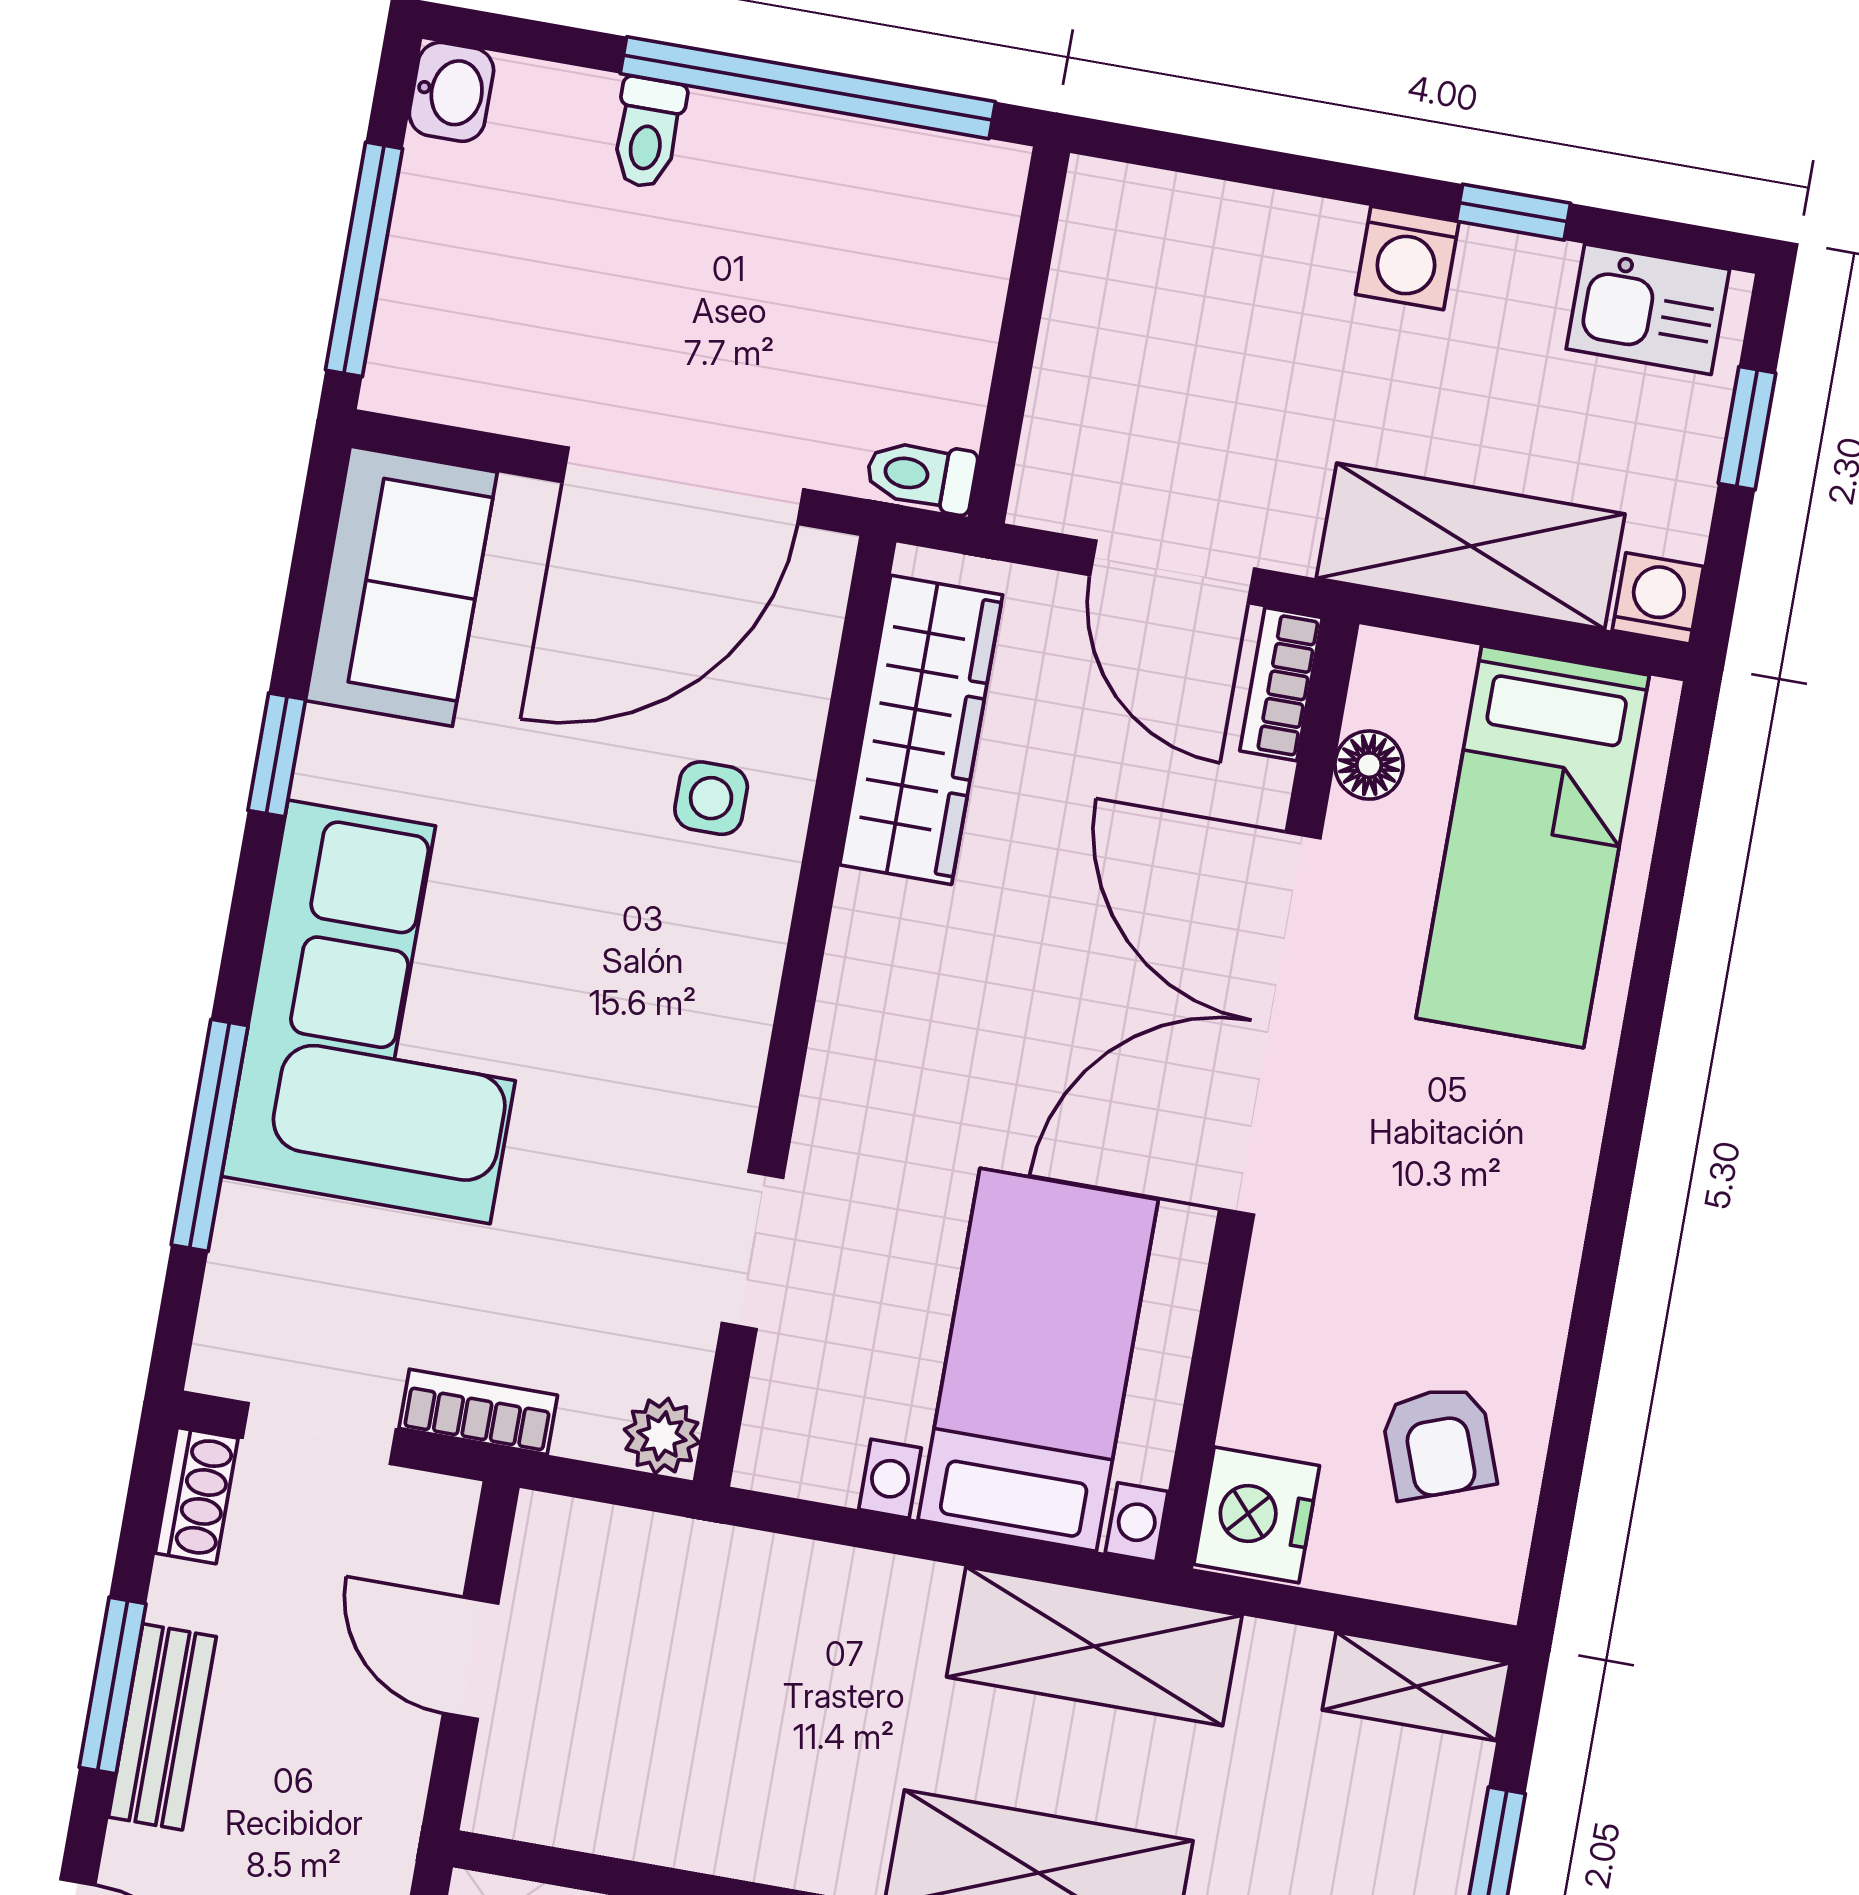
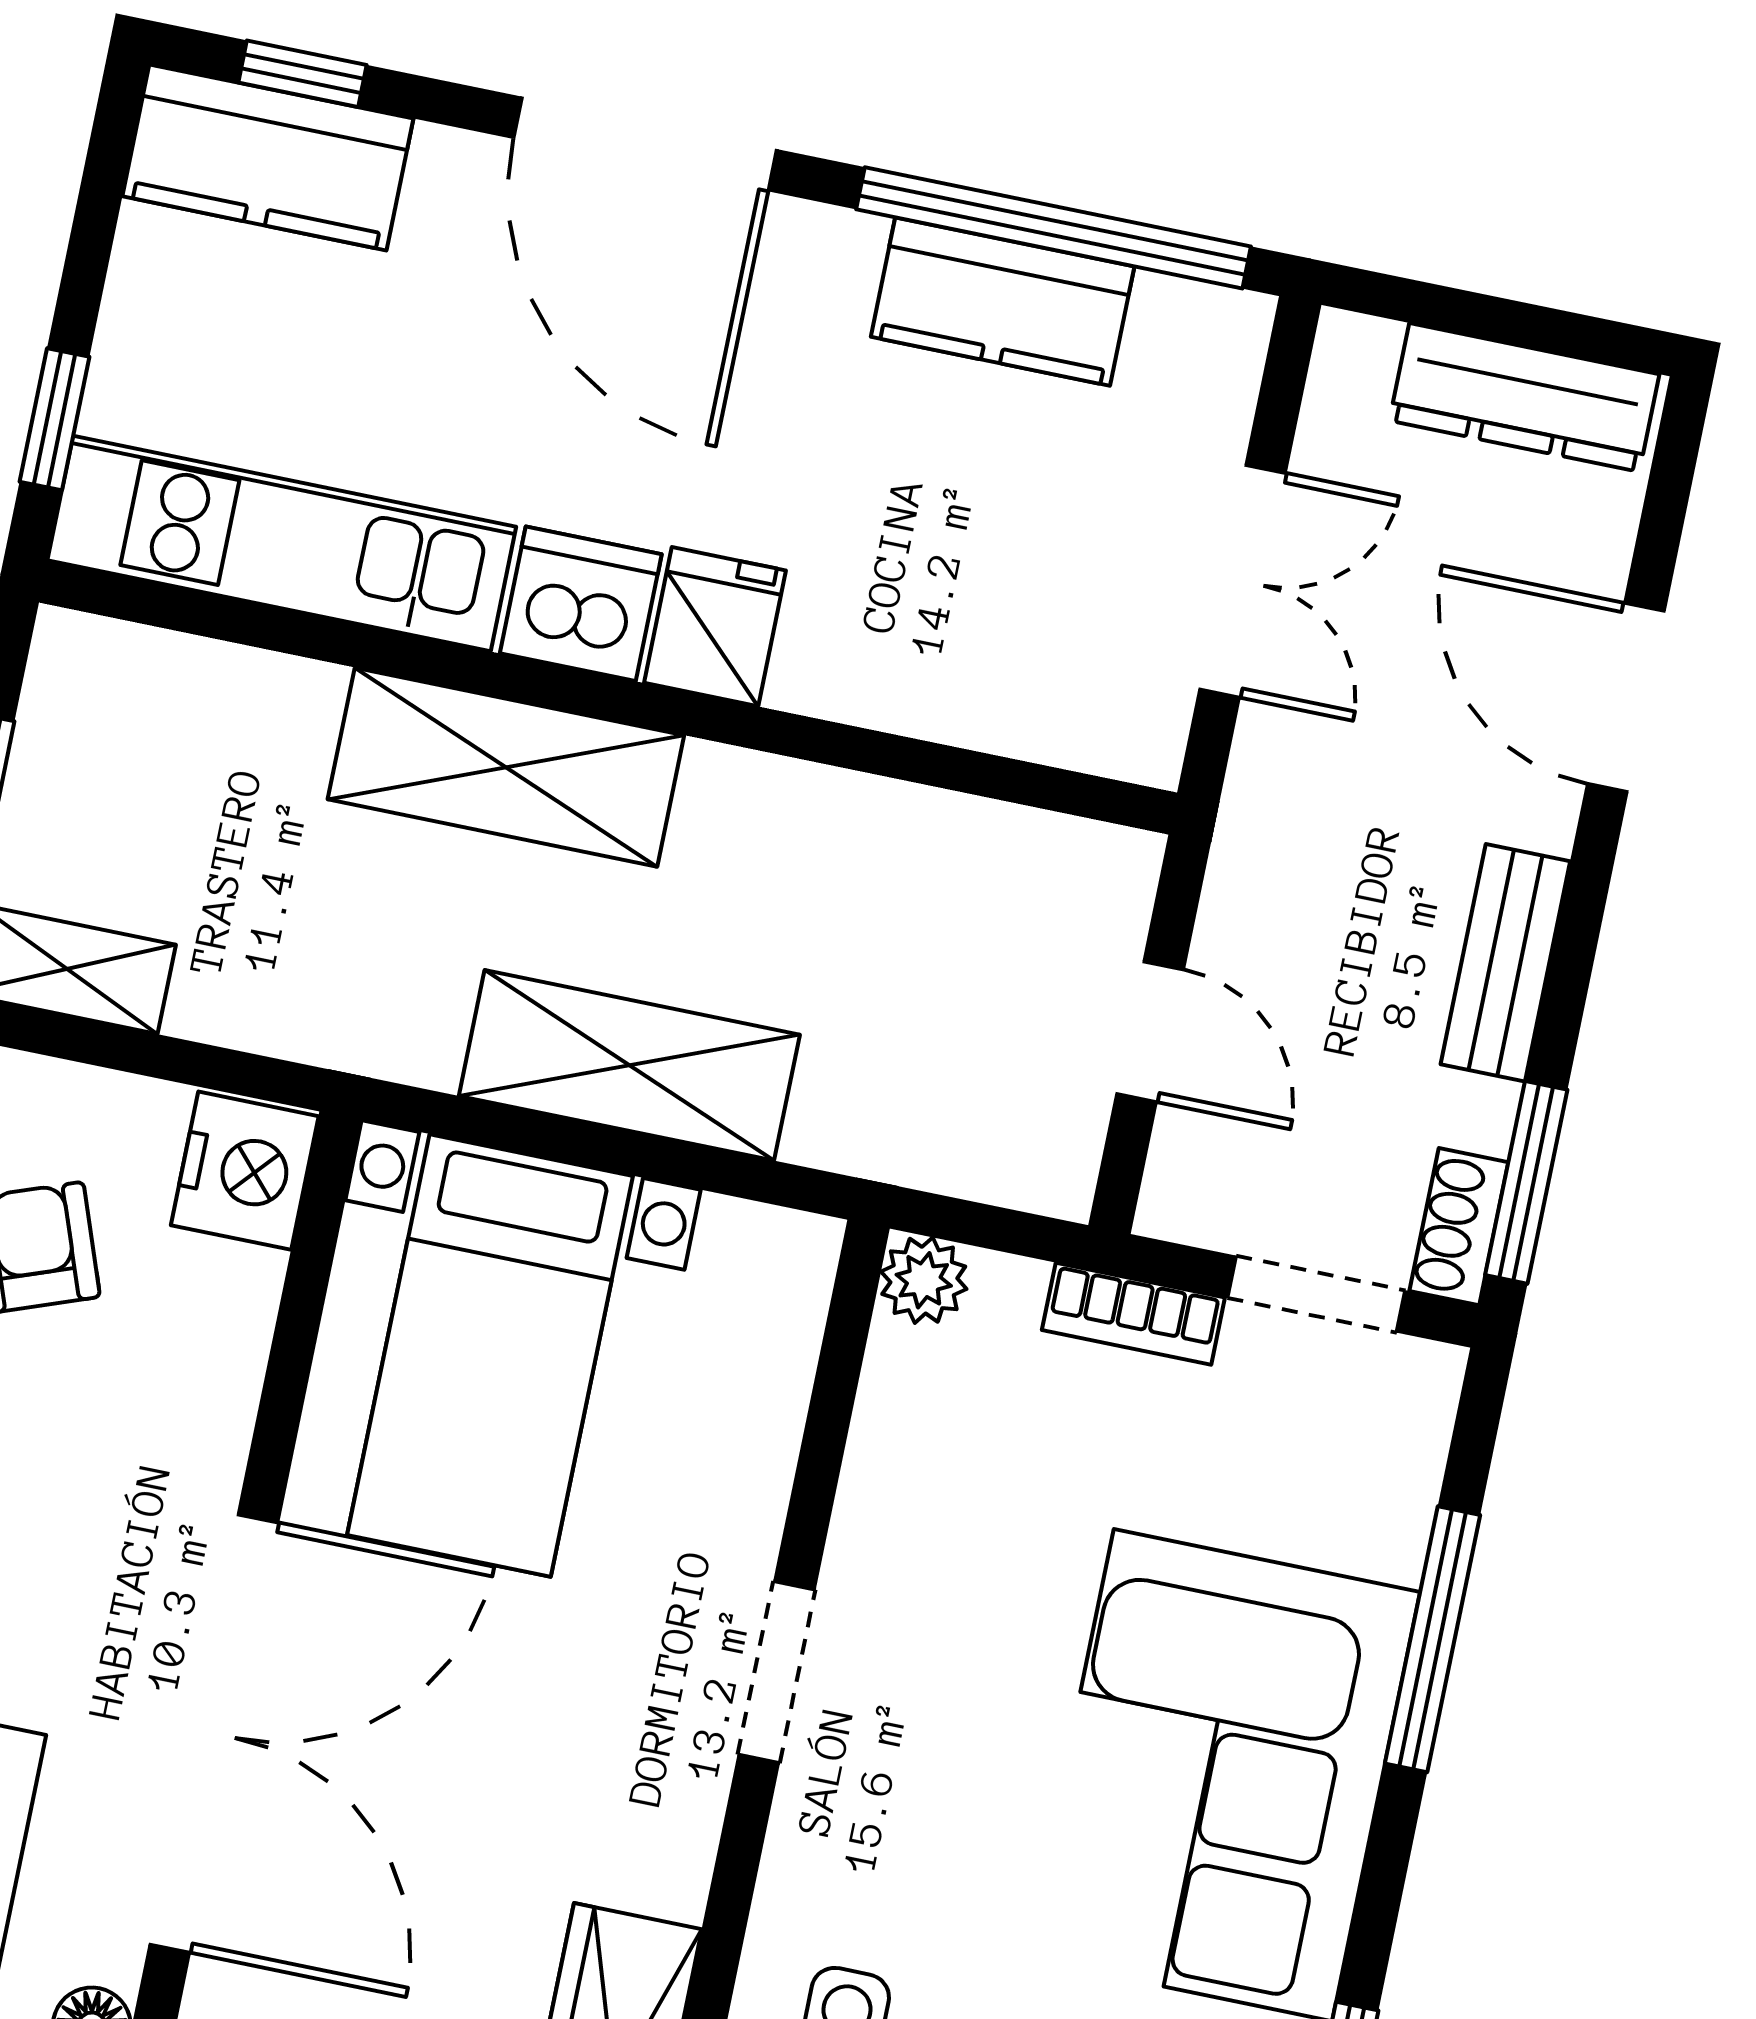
doorway: (752, 1250) -> (777, 1672), moved
shelving: (1094, 1646) -> (629, 1065), moved
window: (113, 1685) -> (1526, 1182), moved

